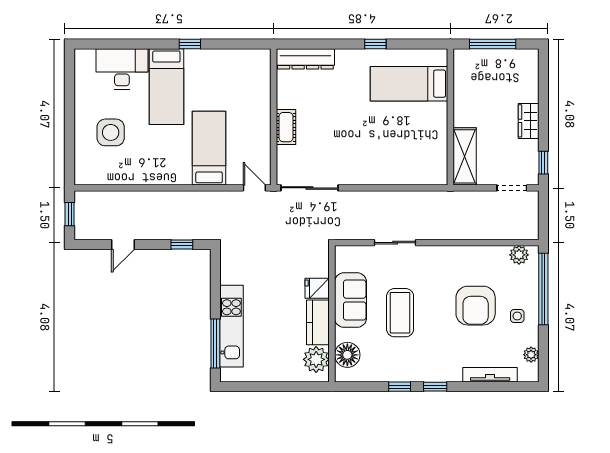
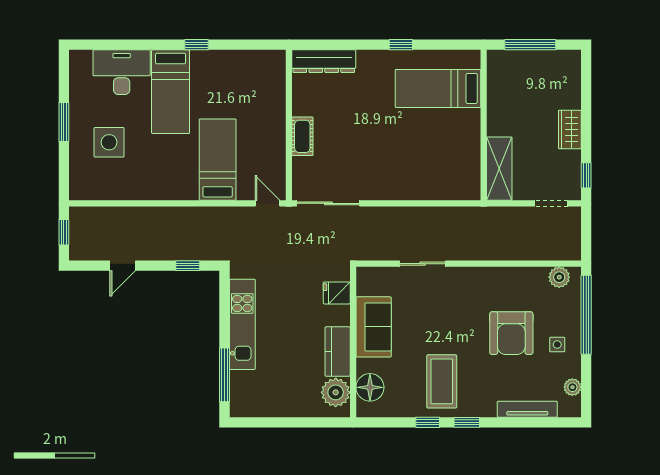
window: (70, 114) -> (64, 122), added
fridge: (317, 288) -> (337, 293), moved
coffee table: (400, 313) -> (442, 381), moved
kitchen unit: (231, 326) -> (242, 324), moved

